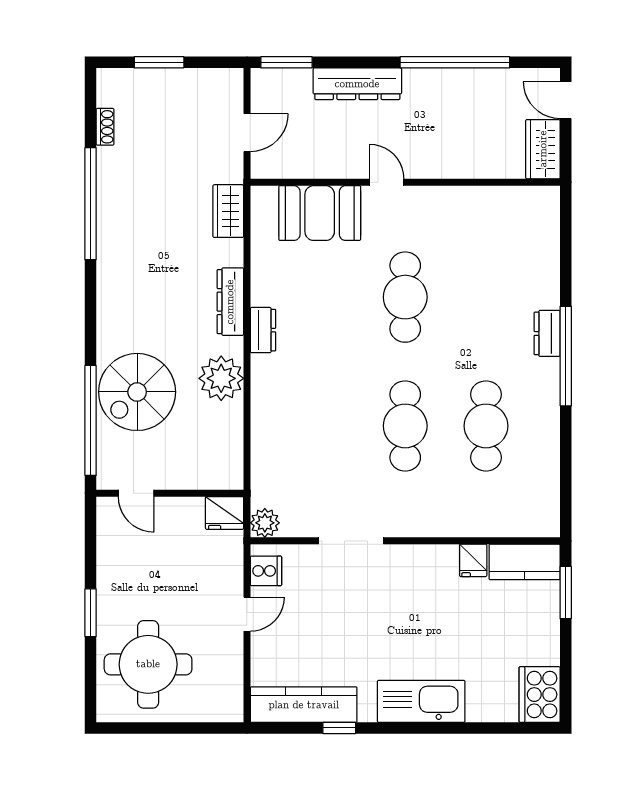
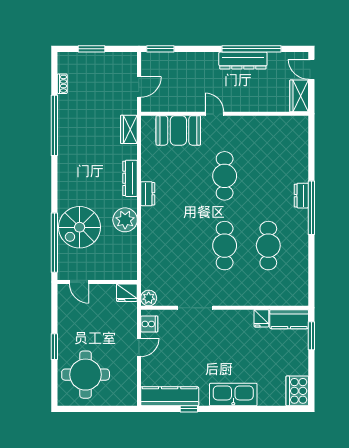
dresser: (357, 84) -> (243, 60), moved

